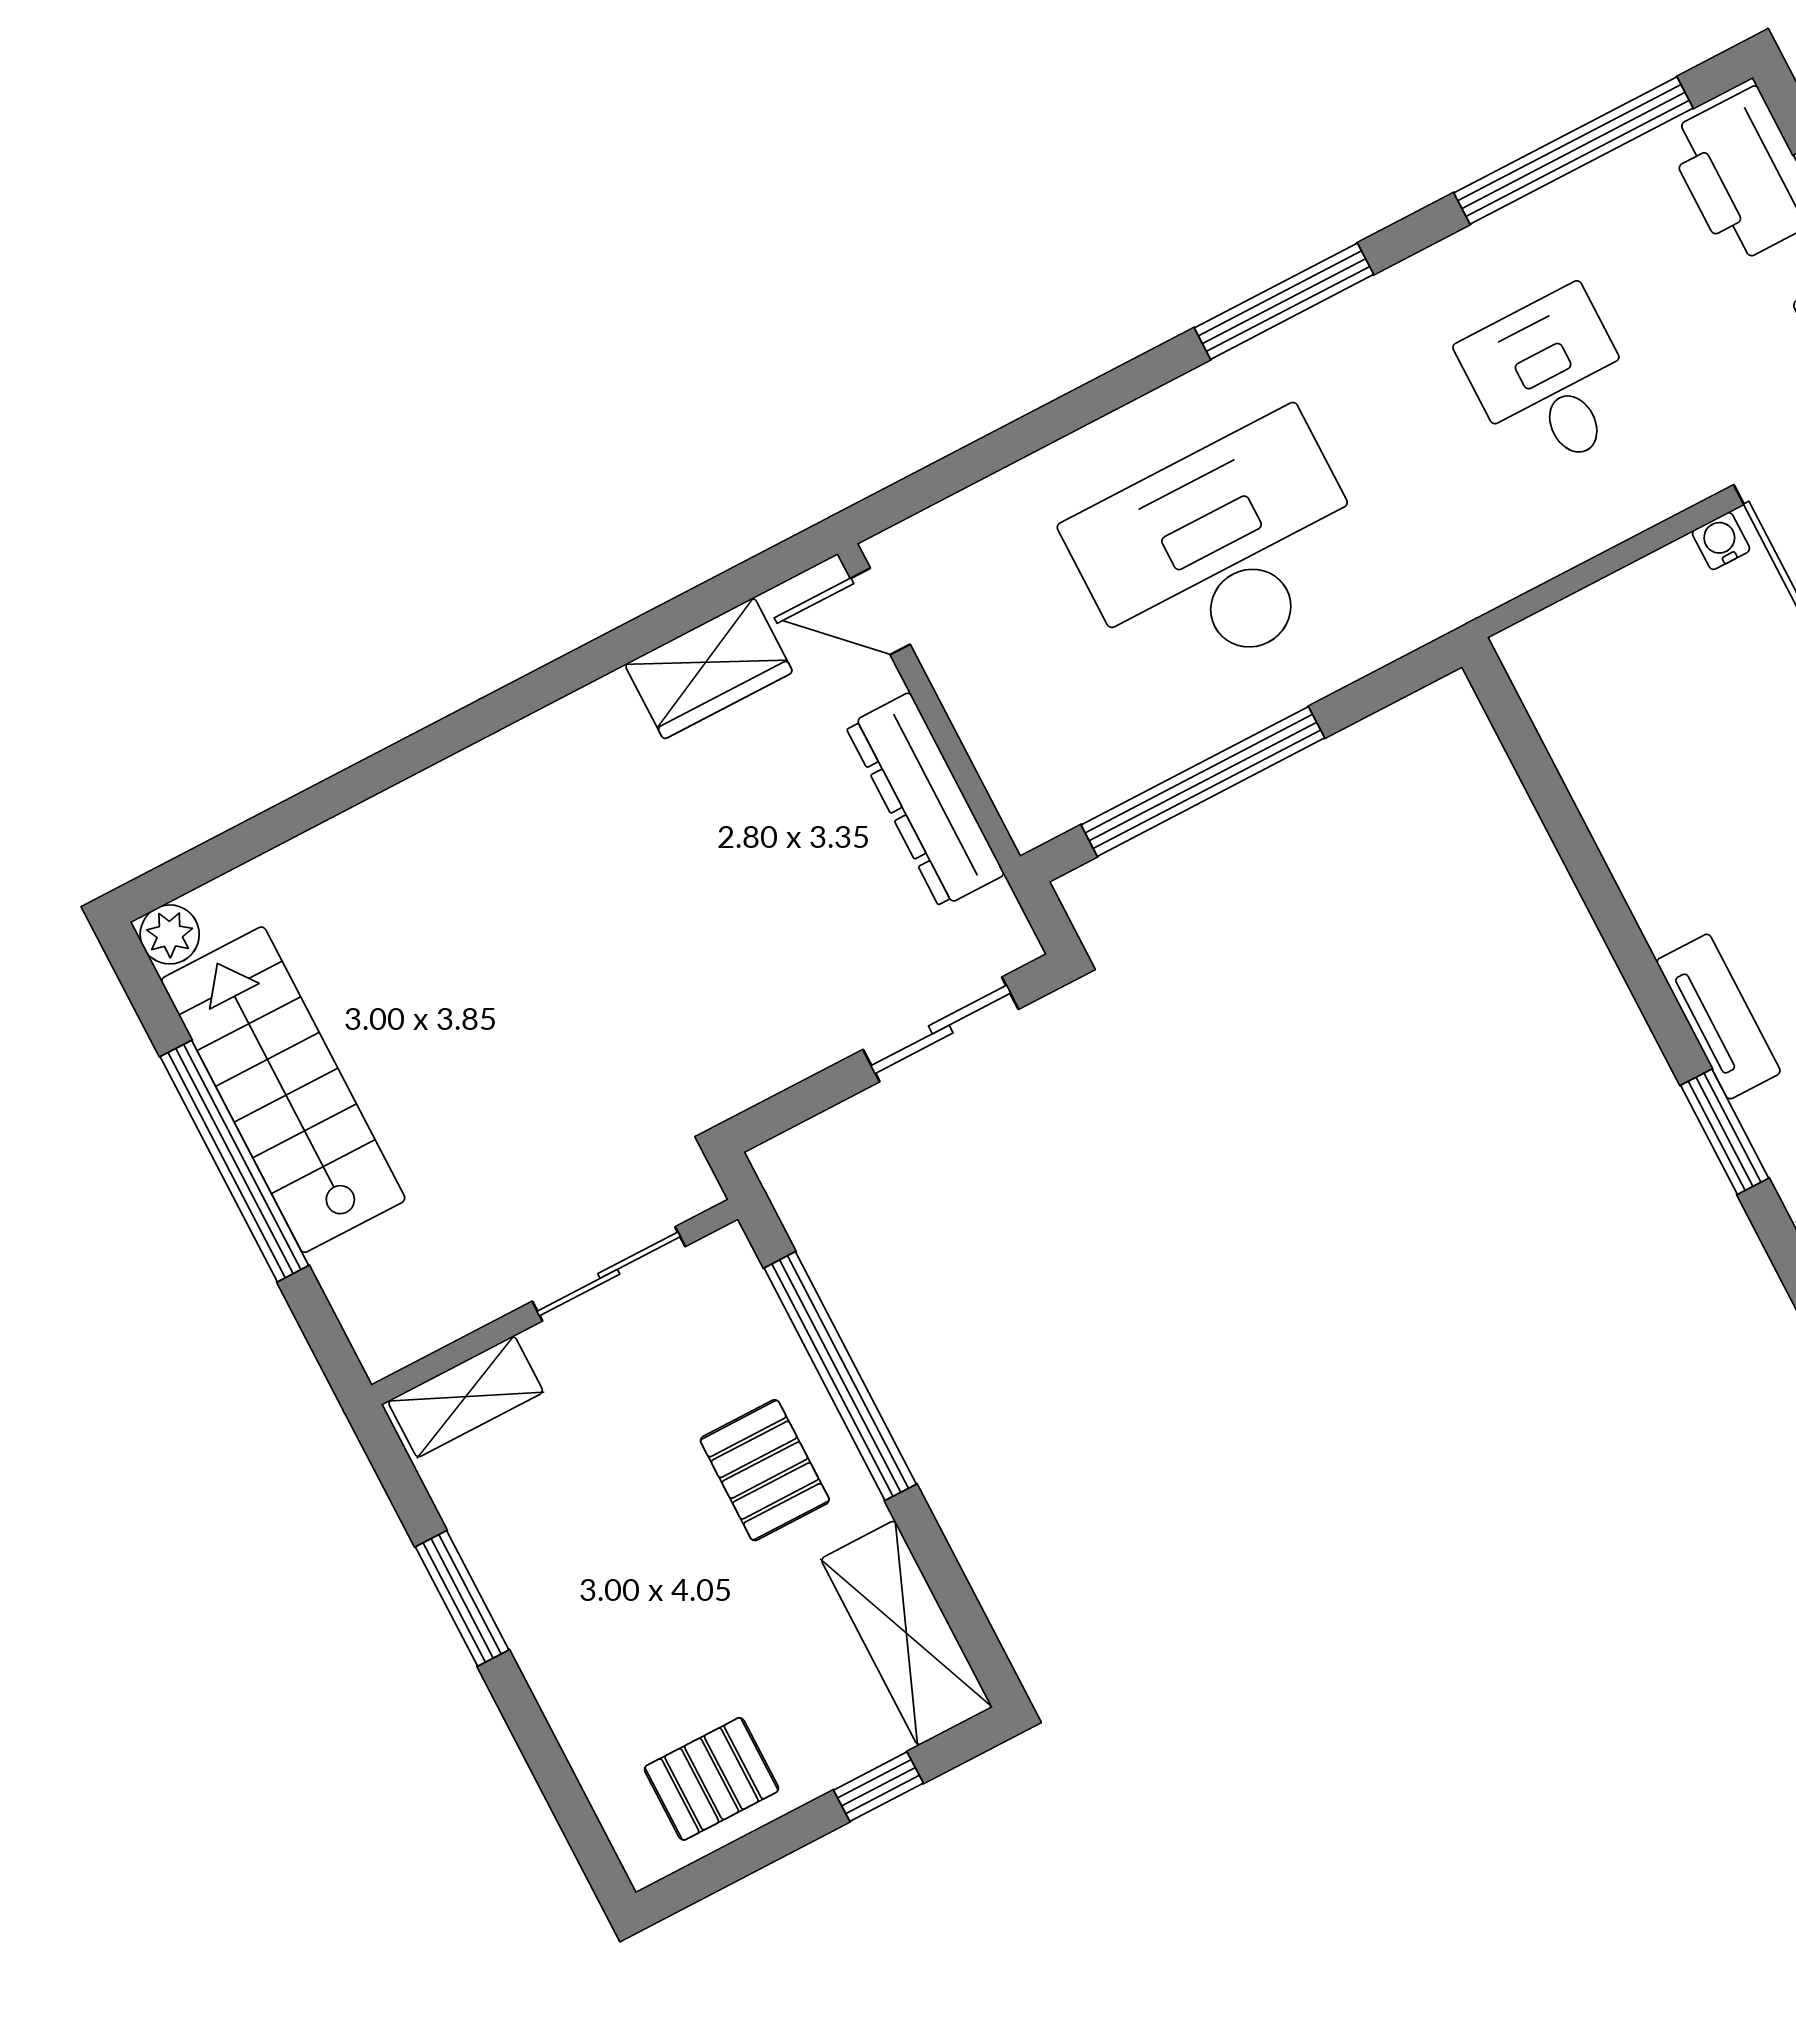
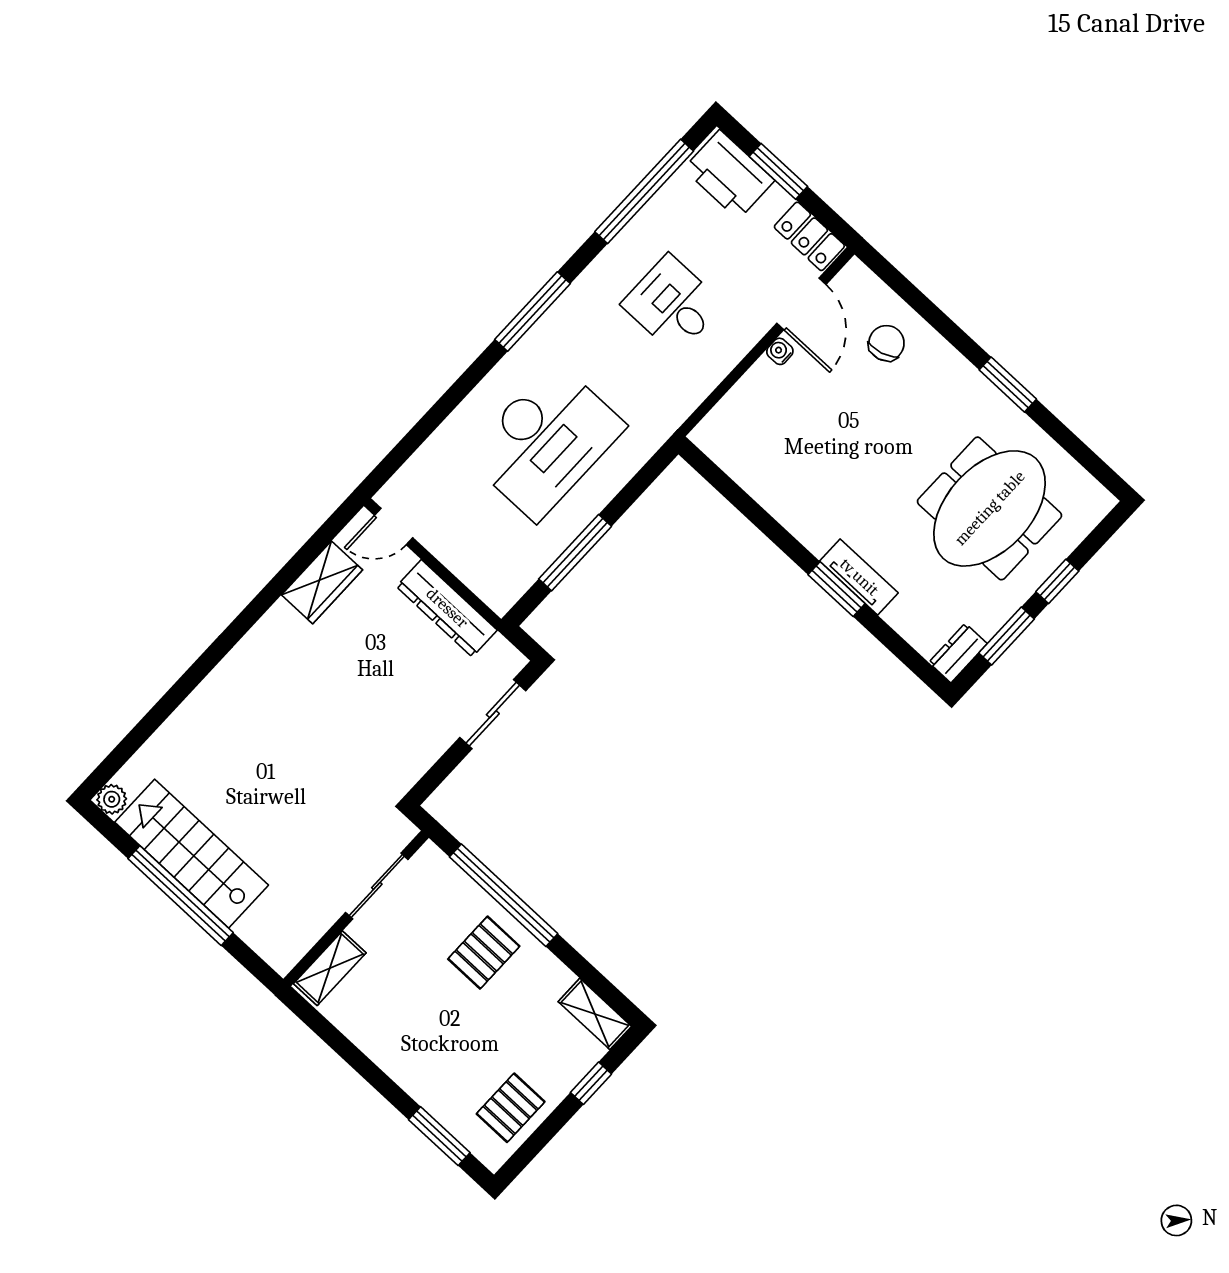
desk: (1222, 553) -> (545, 441), turned 180
window: (1203, 781) -> (575, 553), width x0.68
window: (1725, 1132) -> (837, 589), moved
pallet: (765, 1470) -> (484, 953), turned 90
window: (462, 1598) -> (439, 1136), moved
shelving: (906, 1633) -> (595, 1014), width x0.67, depth x0.75

